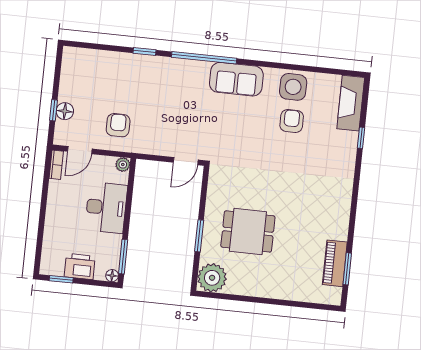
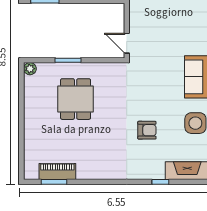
armchair: (292, 121) -> (147, 130), moved
plant: (212, 278) -> (30, 69), width x0.53, depth x0.53

